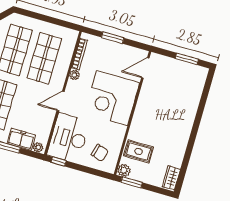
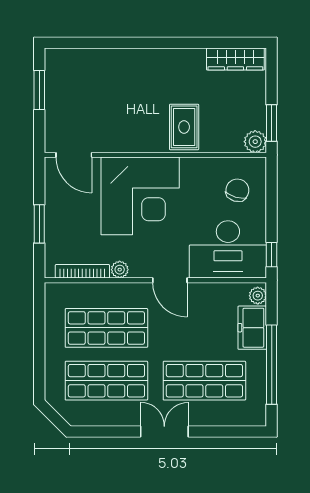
rug: (139, 151) -> (184, 127), moved
wardrobe: (171, 178) -> (235, 59), width x1.50

